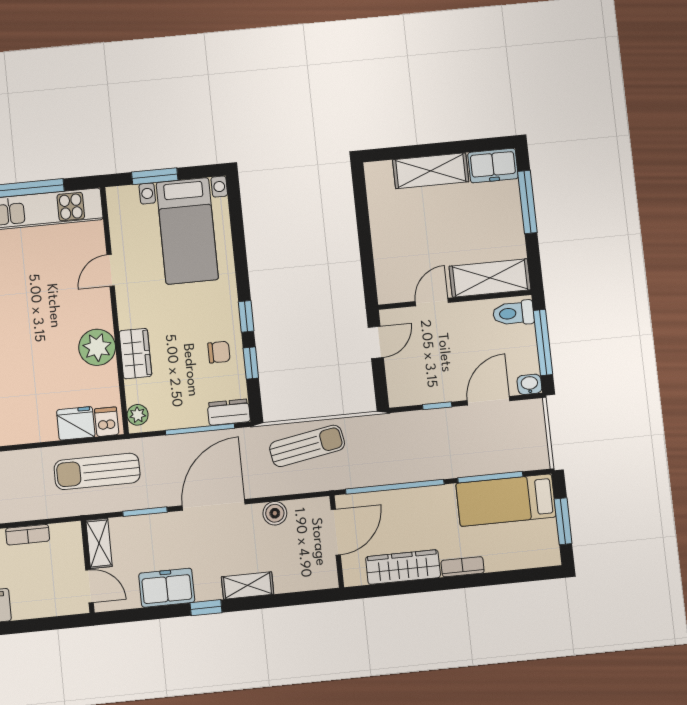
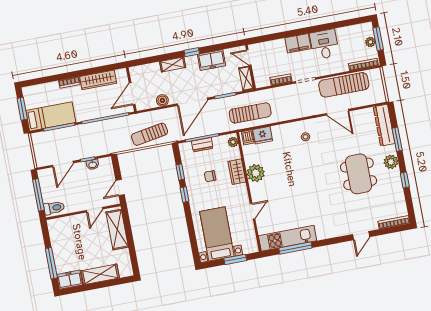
shelving: (490, 278) -> (117, 230), moved, turned 90
chair: (219, 352) -> (210, 176), moved
washbasin: (529, 384) -> (93, 165), moved
dresser: (229, 412) -> (202, 145), moved

